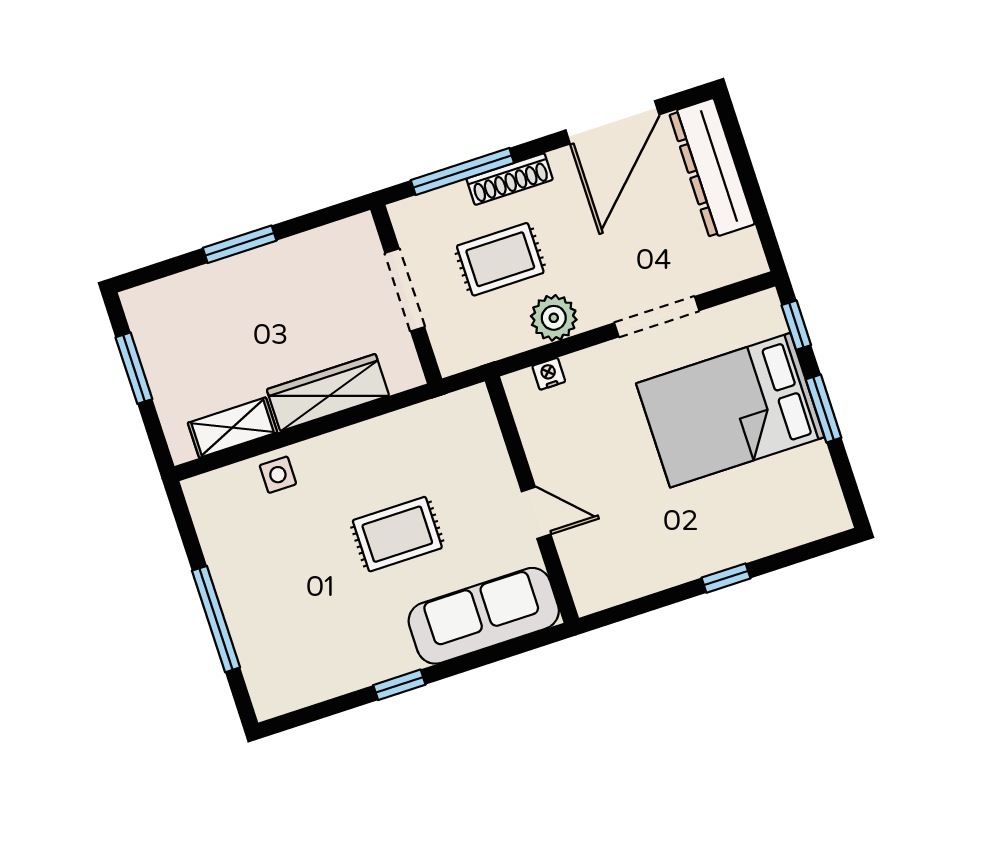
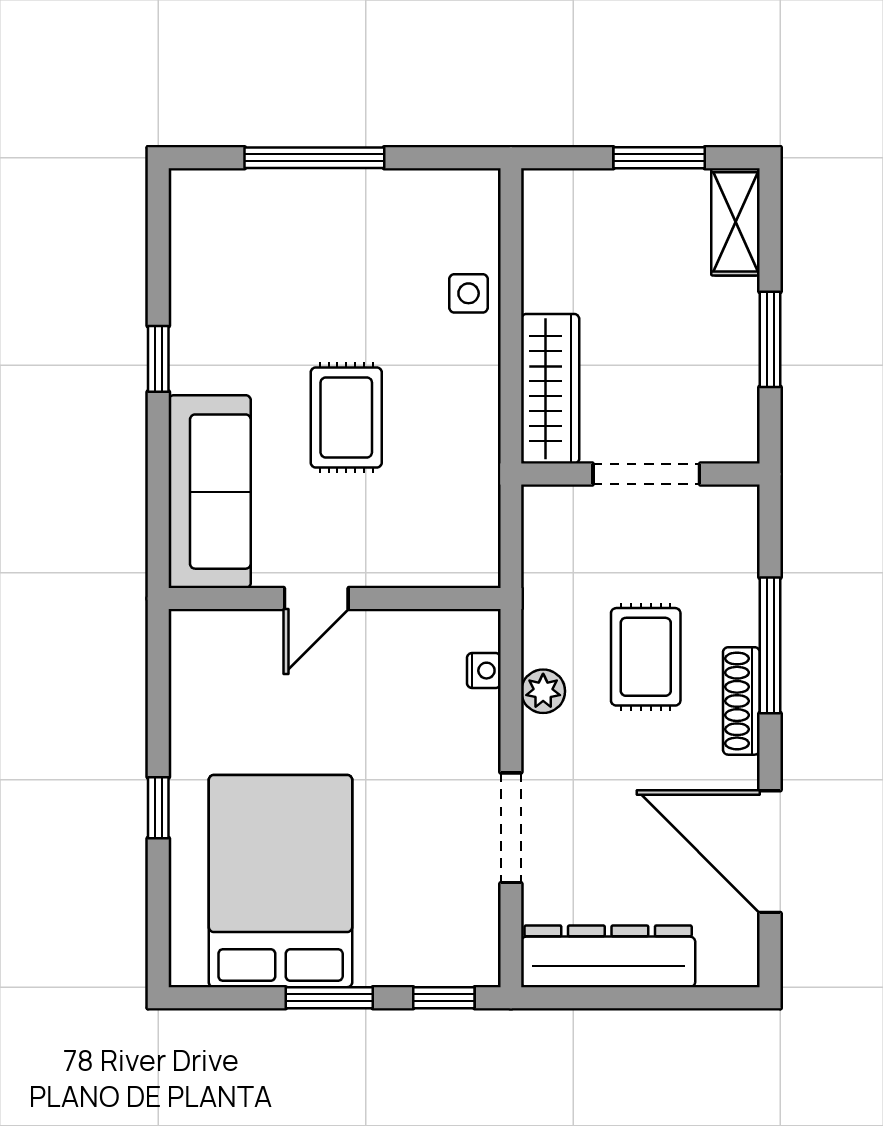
dresser: (712, 168) -> (608, 956), moved
doorway: (405, 290) -> (646, 474), moved
wall: (406, 294) -> (640, 474), moved
plant: (554, 318) -> (543, 691), width x0.73, depth x0.73
bed: (730, 410) -> (281, 881), moved
shelving: (232, 428) -> (736, 222), moved

